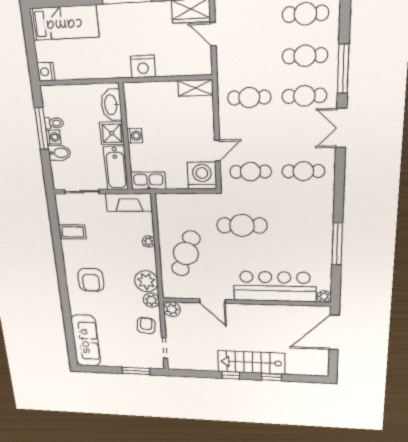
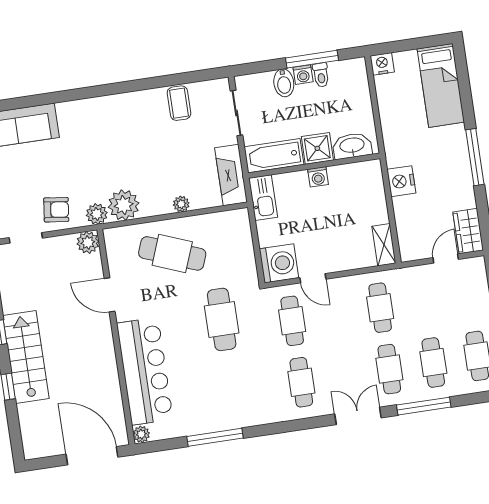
armchair: (91, 280) -> (113, 130), removed
door: (212, 301) -> (110, 295), hinge flipped

